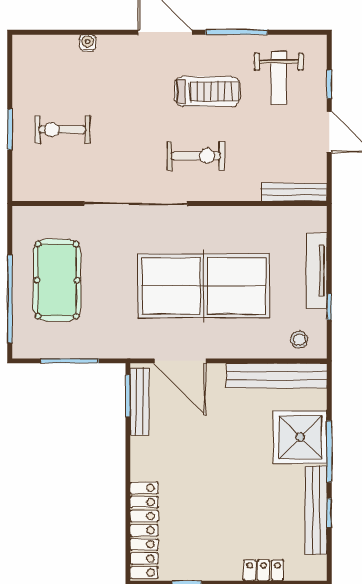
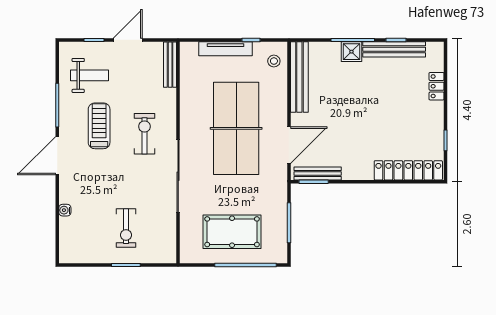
shower: (300, 437) -> (351, 52), width x0.54, depth x0.54

